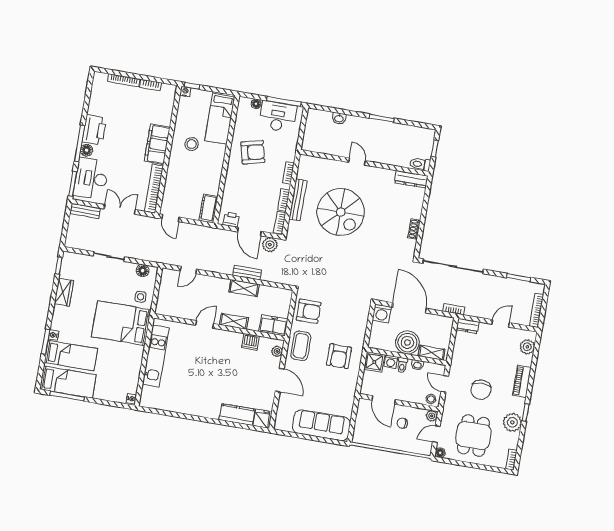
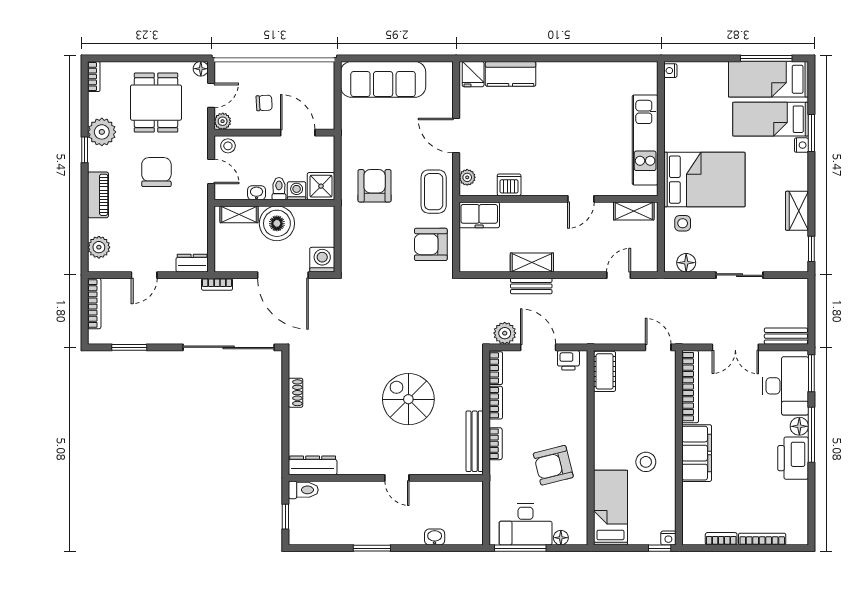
bench: (298, 200) -> (475, 441), moved
spiral stairs: (341, 212) -> (408, 399), width x0.73, depth x0.73
shelving: (234, 321) -> (634, 211), moved

